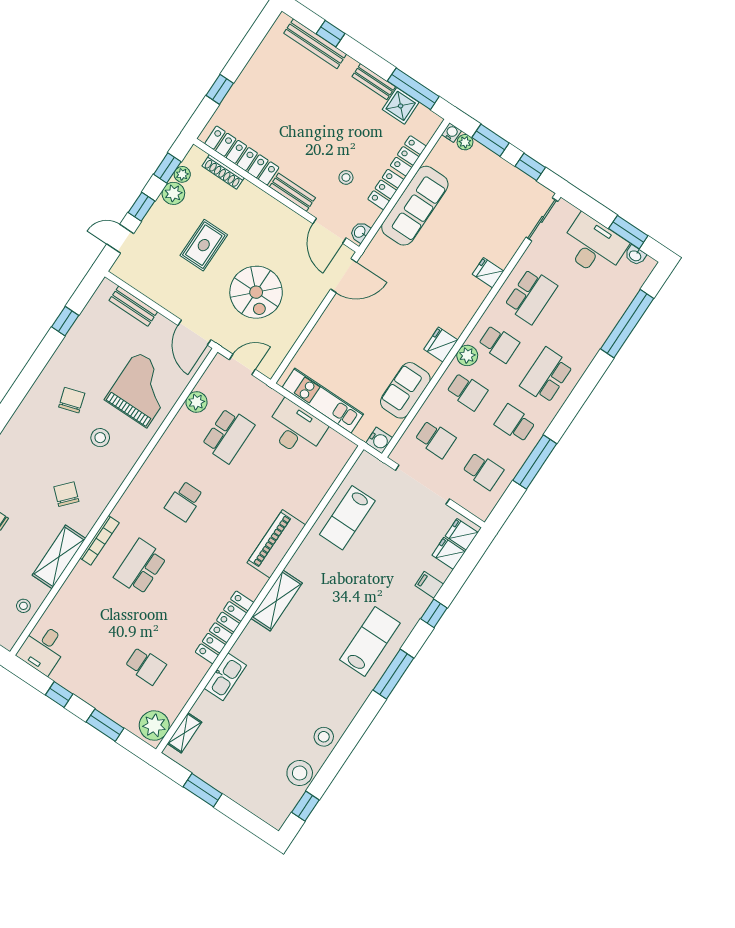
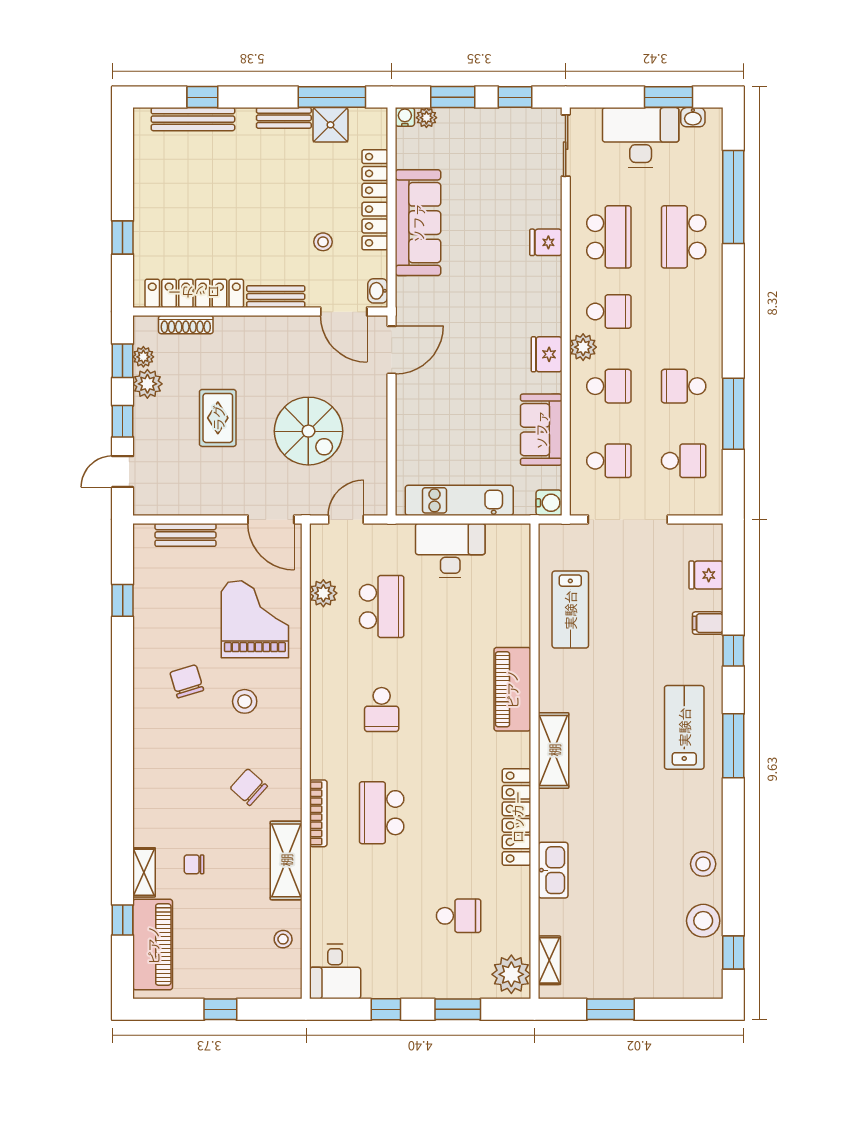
school desk: (547, 376) -> (684, 237), moved
fridge: (462, 534) -> (706, 545), removed

